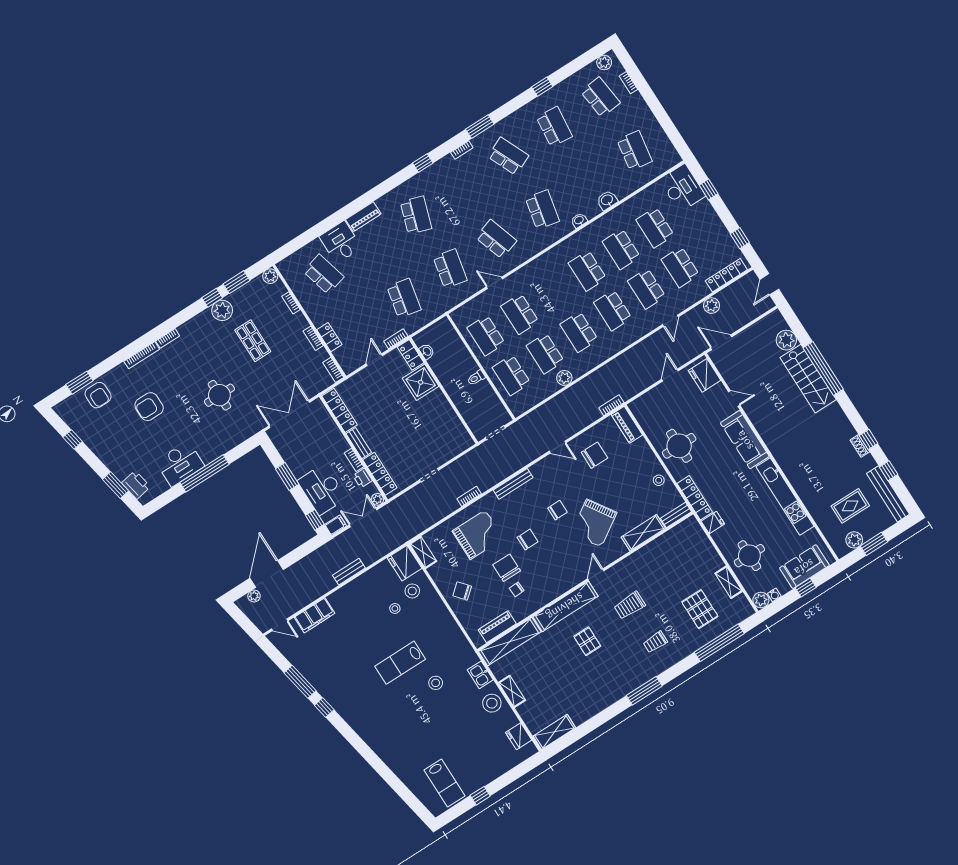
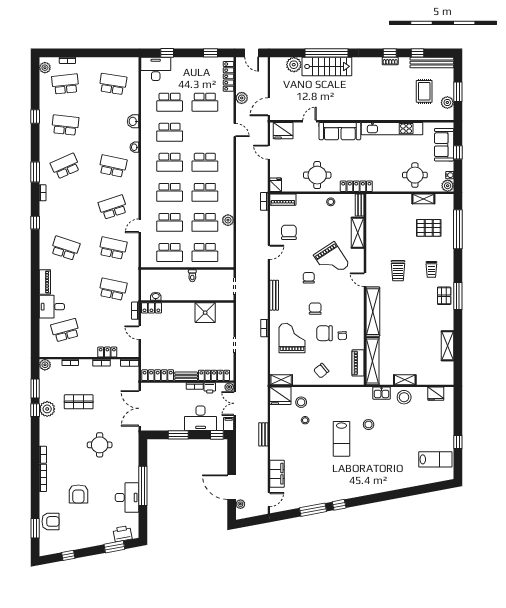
school desk: (647, 289) -> (170, 192), moved
shower: (421, 382) -> (205, 313), moved
fridge: (713, 523) -> (276, 185), moved
pallet: (587, 641) -> (444, 296), moved, turned 90
shelving: (554, 732) -> (447, 346), moved

